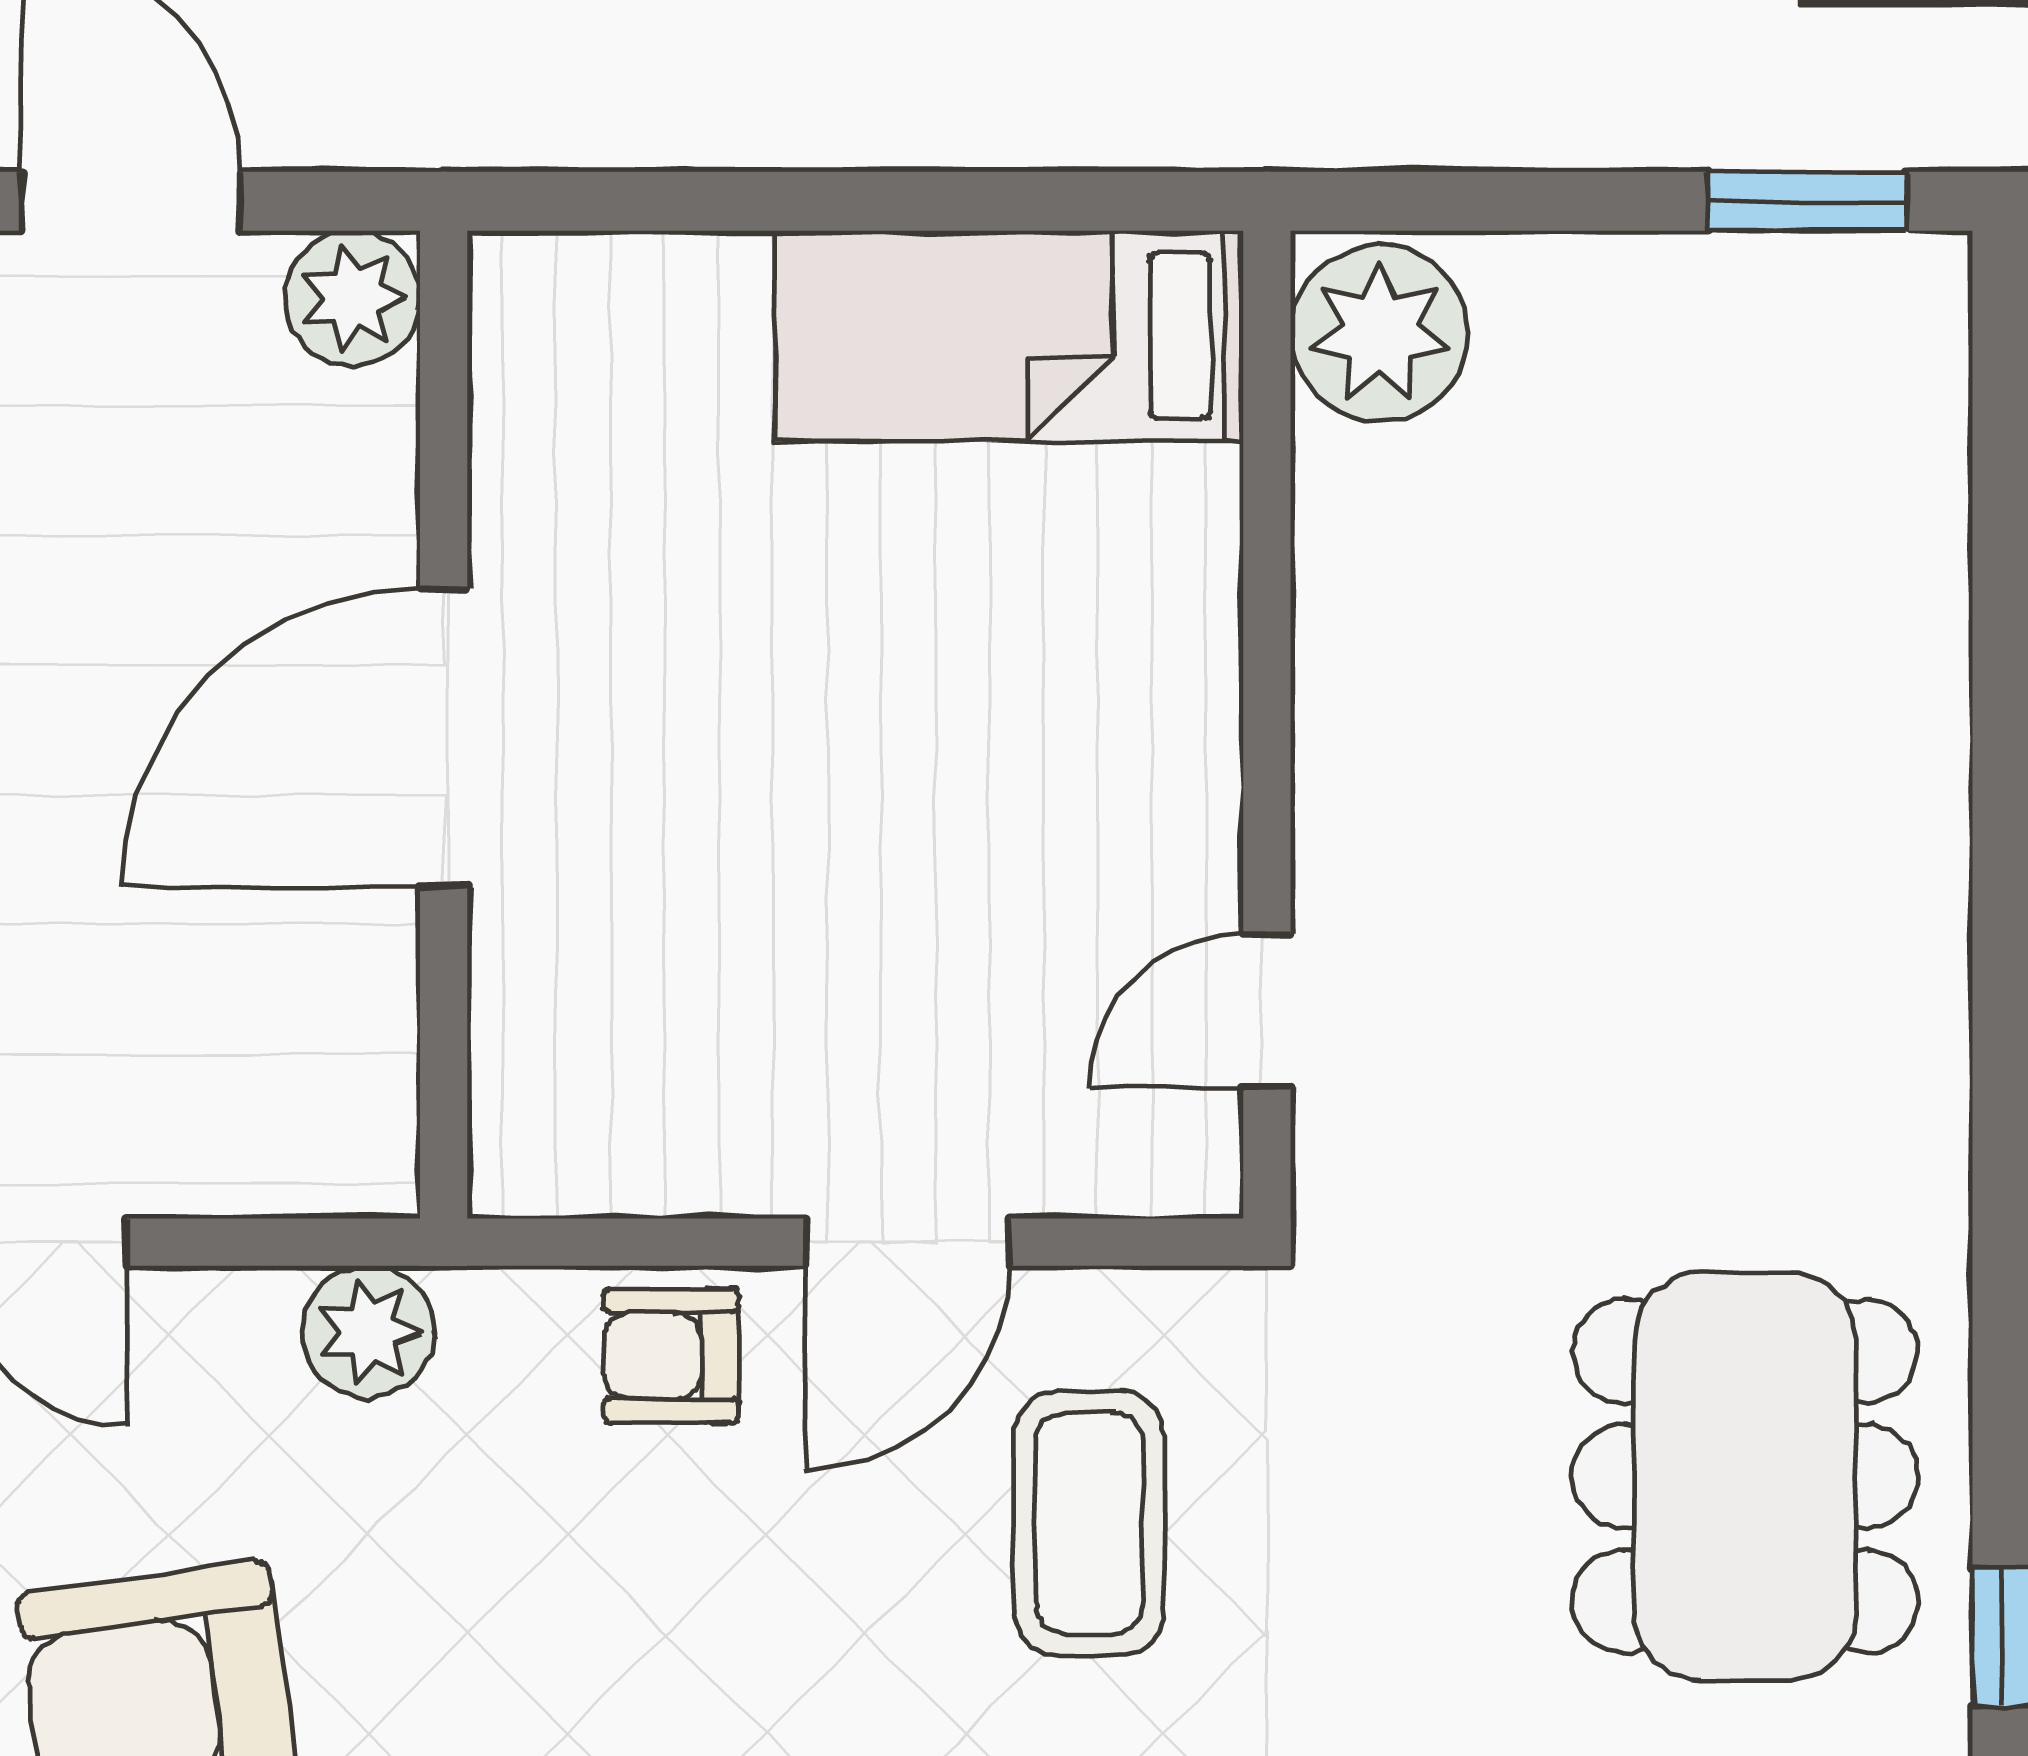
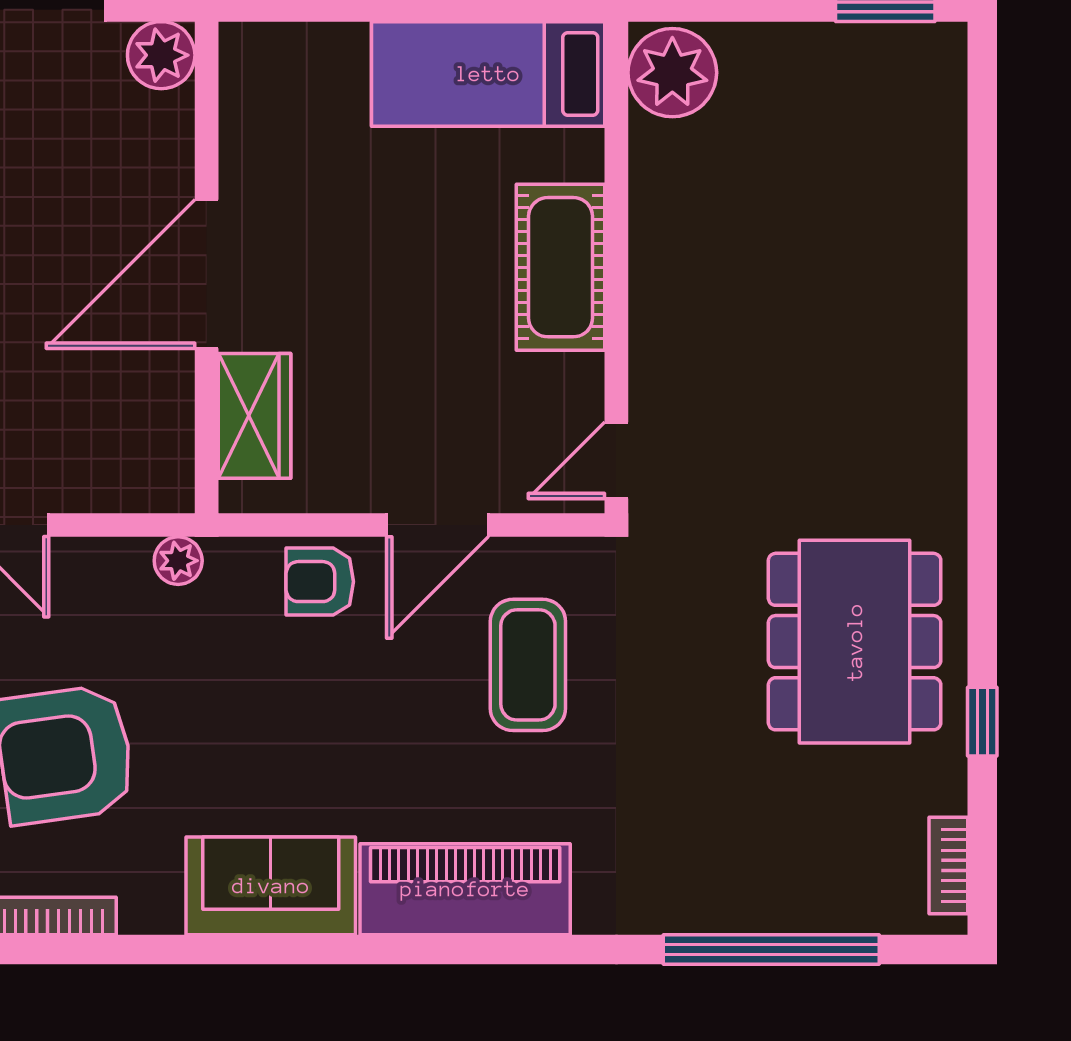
cot: (1155, 724) -> (561, 267), added
door: (1267, 1010) -> (616, 460), moved
wardrobe: (540, 1023) -> (255, 416), added
plant: (369, 1332) -> (178, 561), width x0.73, depth x0.73

